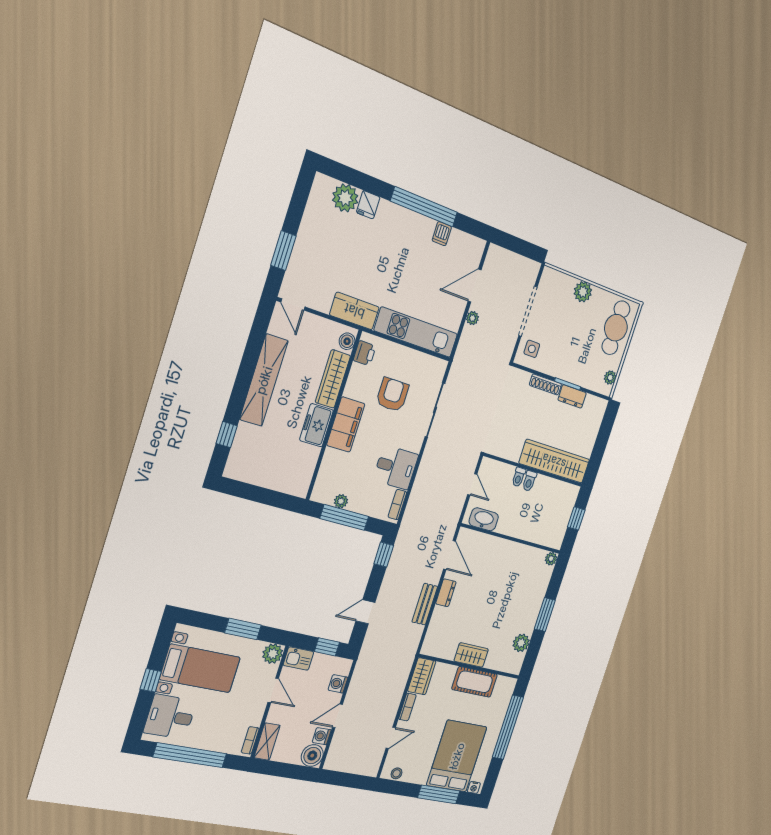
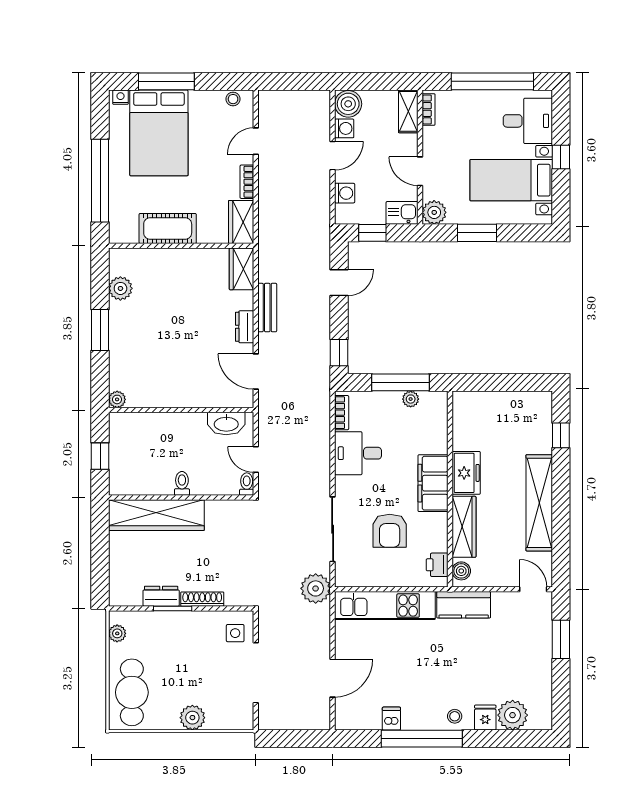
stool: (392, 216) -> (455, 716), added
plant: (472, 318) -> (316, 588), moved, width x1.87, depth x1.87
toilet: (519, 477) -> (247, 484), moved
wardrobe: (471, 655) -> (242, 269), moved, turned 90

